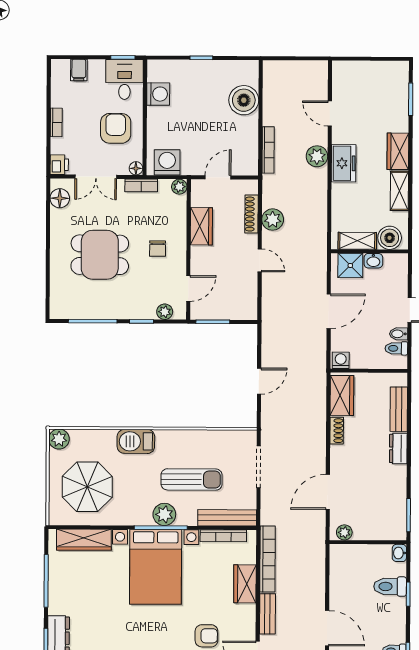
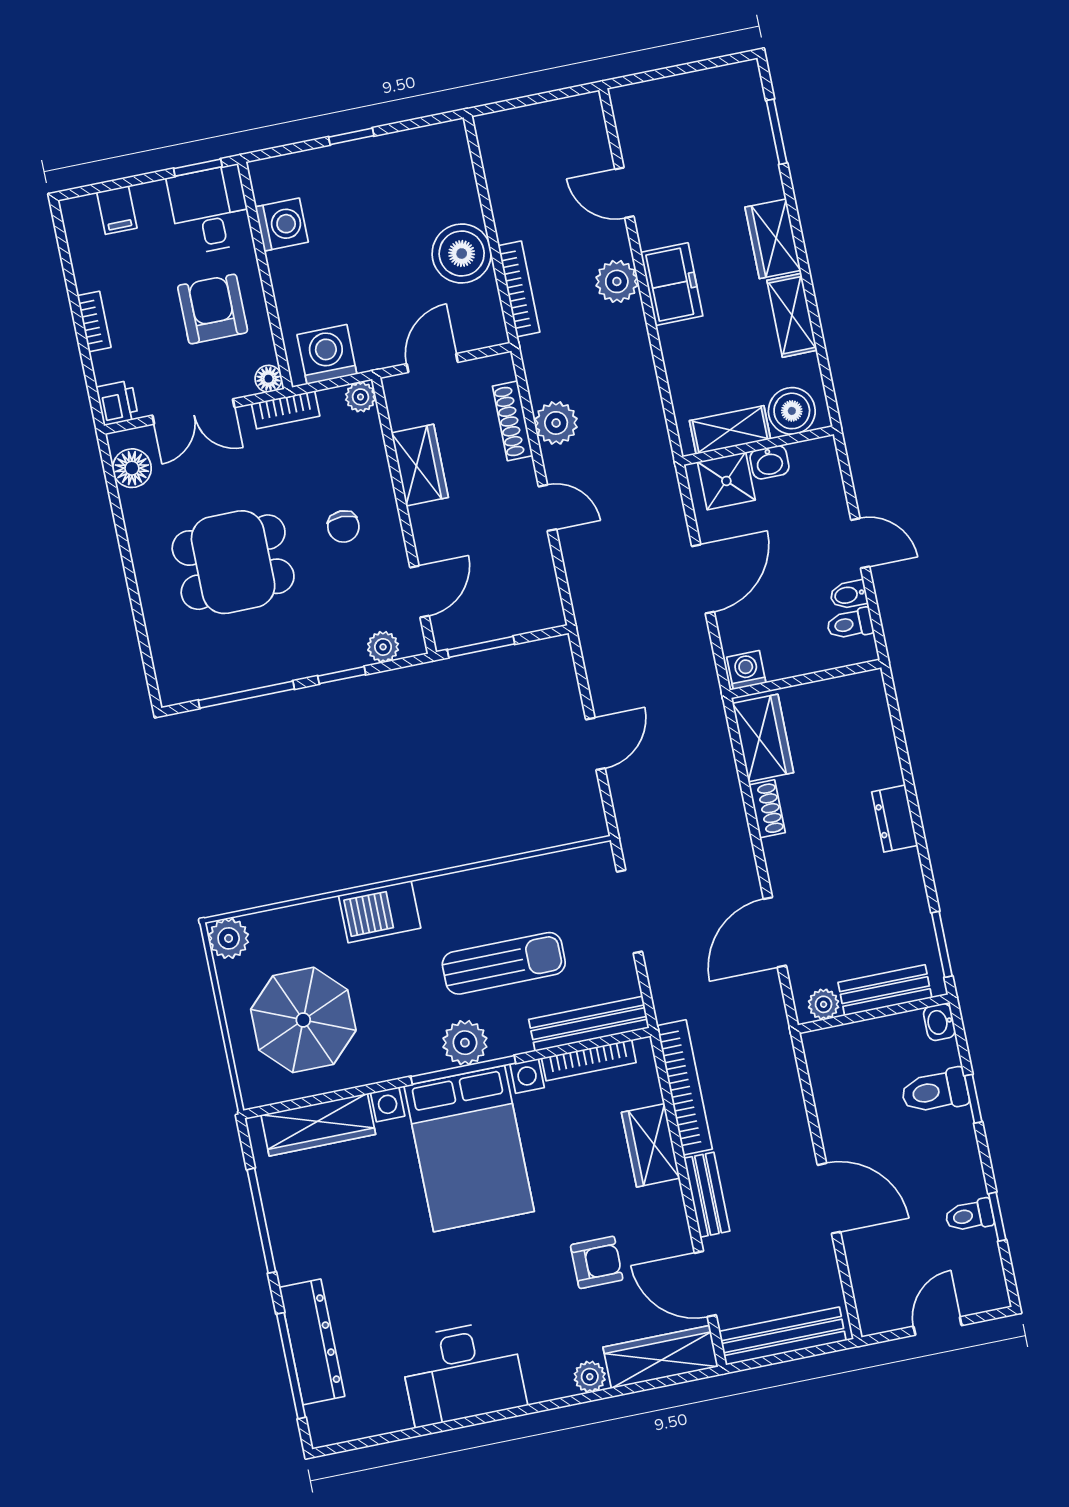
boiler: (244, 100) -> (462, 254), moved
bench: (399, 409) -> (885, 990), moved, turned 90

